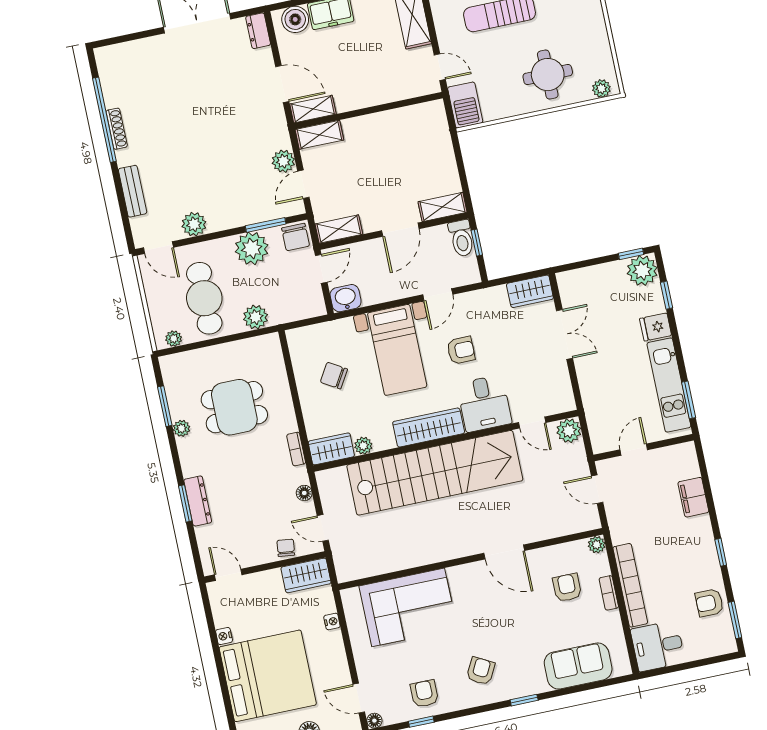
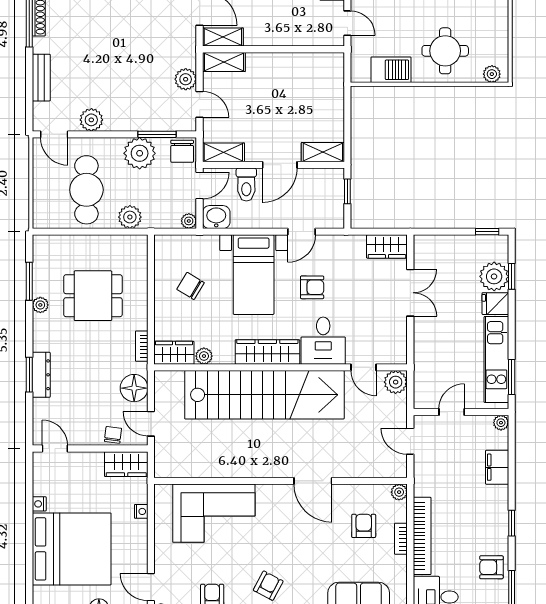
barbecue: (465, 105) -> (391, 70), moved, turned -90
door: (303, 184) -> (200, 104), swing flipped
toilet: (461, 238) -> (246, 185), moved
plant: (642, 271) -> (494, 276), moved
plant: (174, 339) -> (189, 221), moved
plant: (688, 450) -> (501, 423), added
floor lamp: (304, 493) -> (134, 388), width x1.89, depth x1.89

